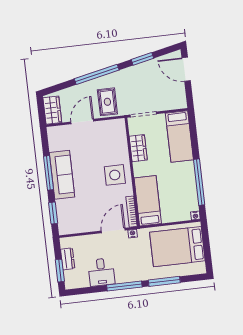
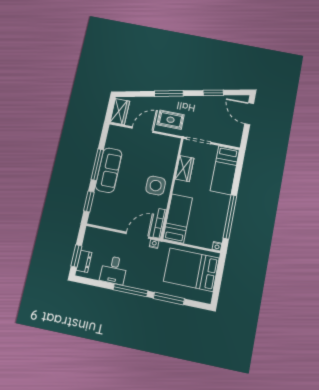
window: (97, 74) -> (169, 94), width x0.68
rug: (107, 102) -> (171, 120), turned 90
dresser: (68, 259) -> (84, 261), moved

